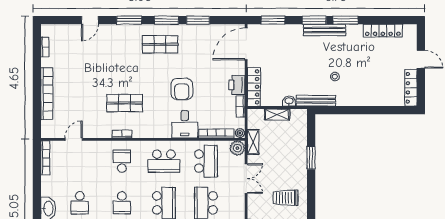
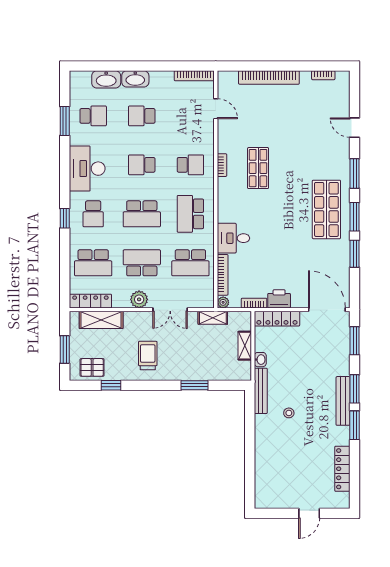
shop shelf: (160, 44) -> (326, 209), width x1.43, depth x1.36
locker: (411, 88) -> (276, 501), removed
armchair: (182, 89) -> (274, 235), removed
plant: (237, 148) -> (139, 299), moved

